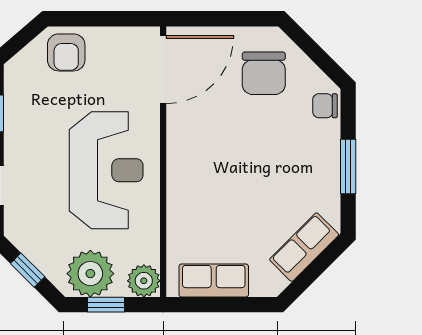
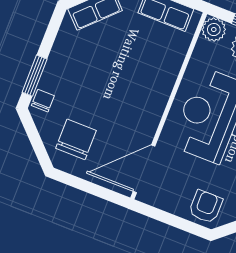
chair: (325, 106) -> (43, 101), turned -90
window: (348, 166) -> (35, 76), moved

